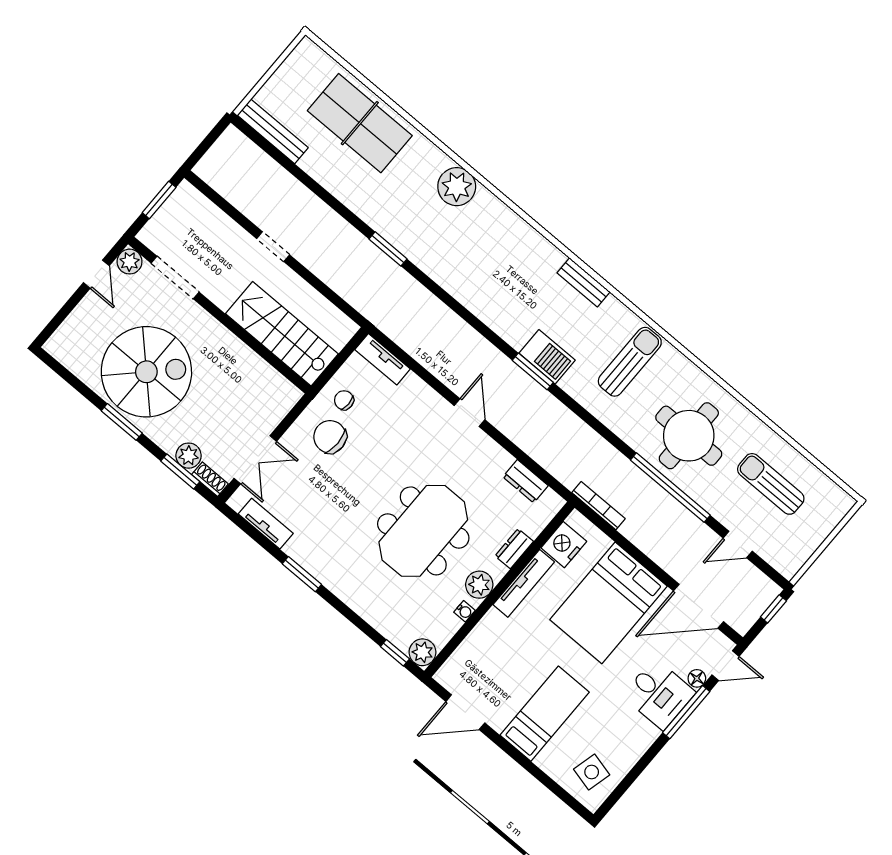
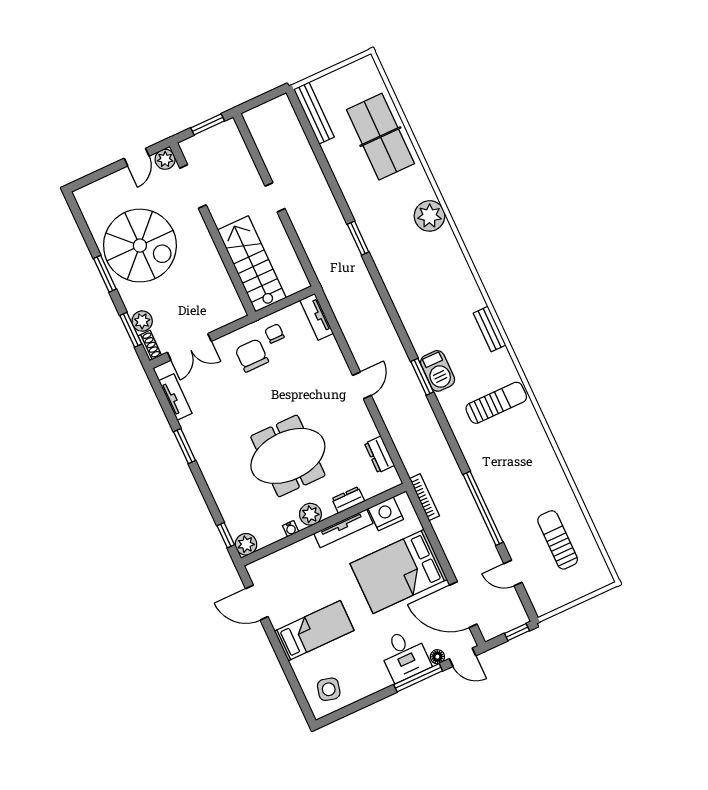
round table: (689, 436) -> (514, 477), removed

